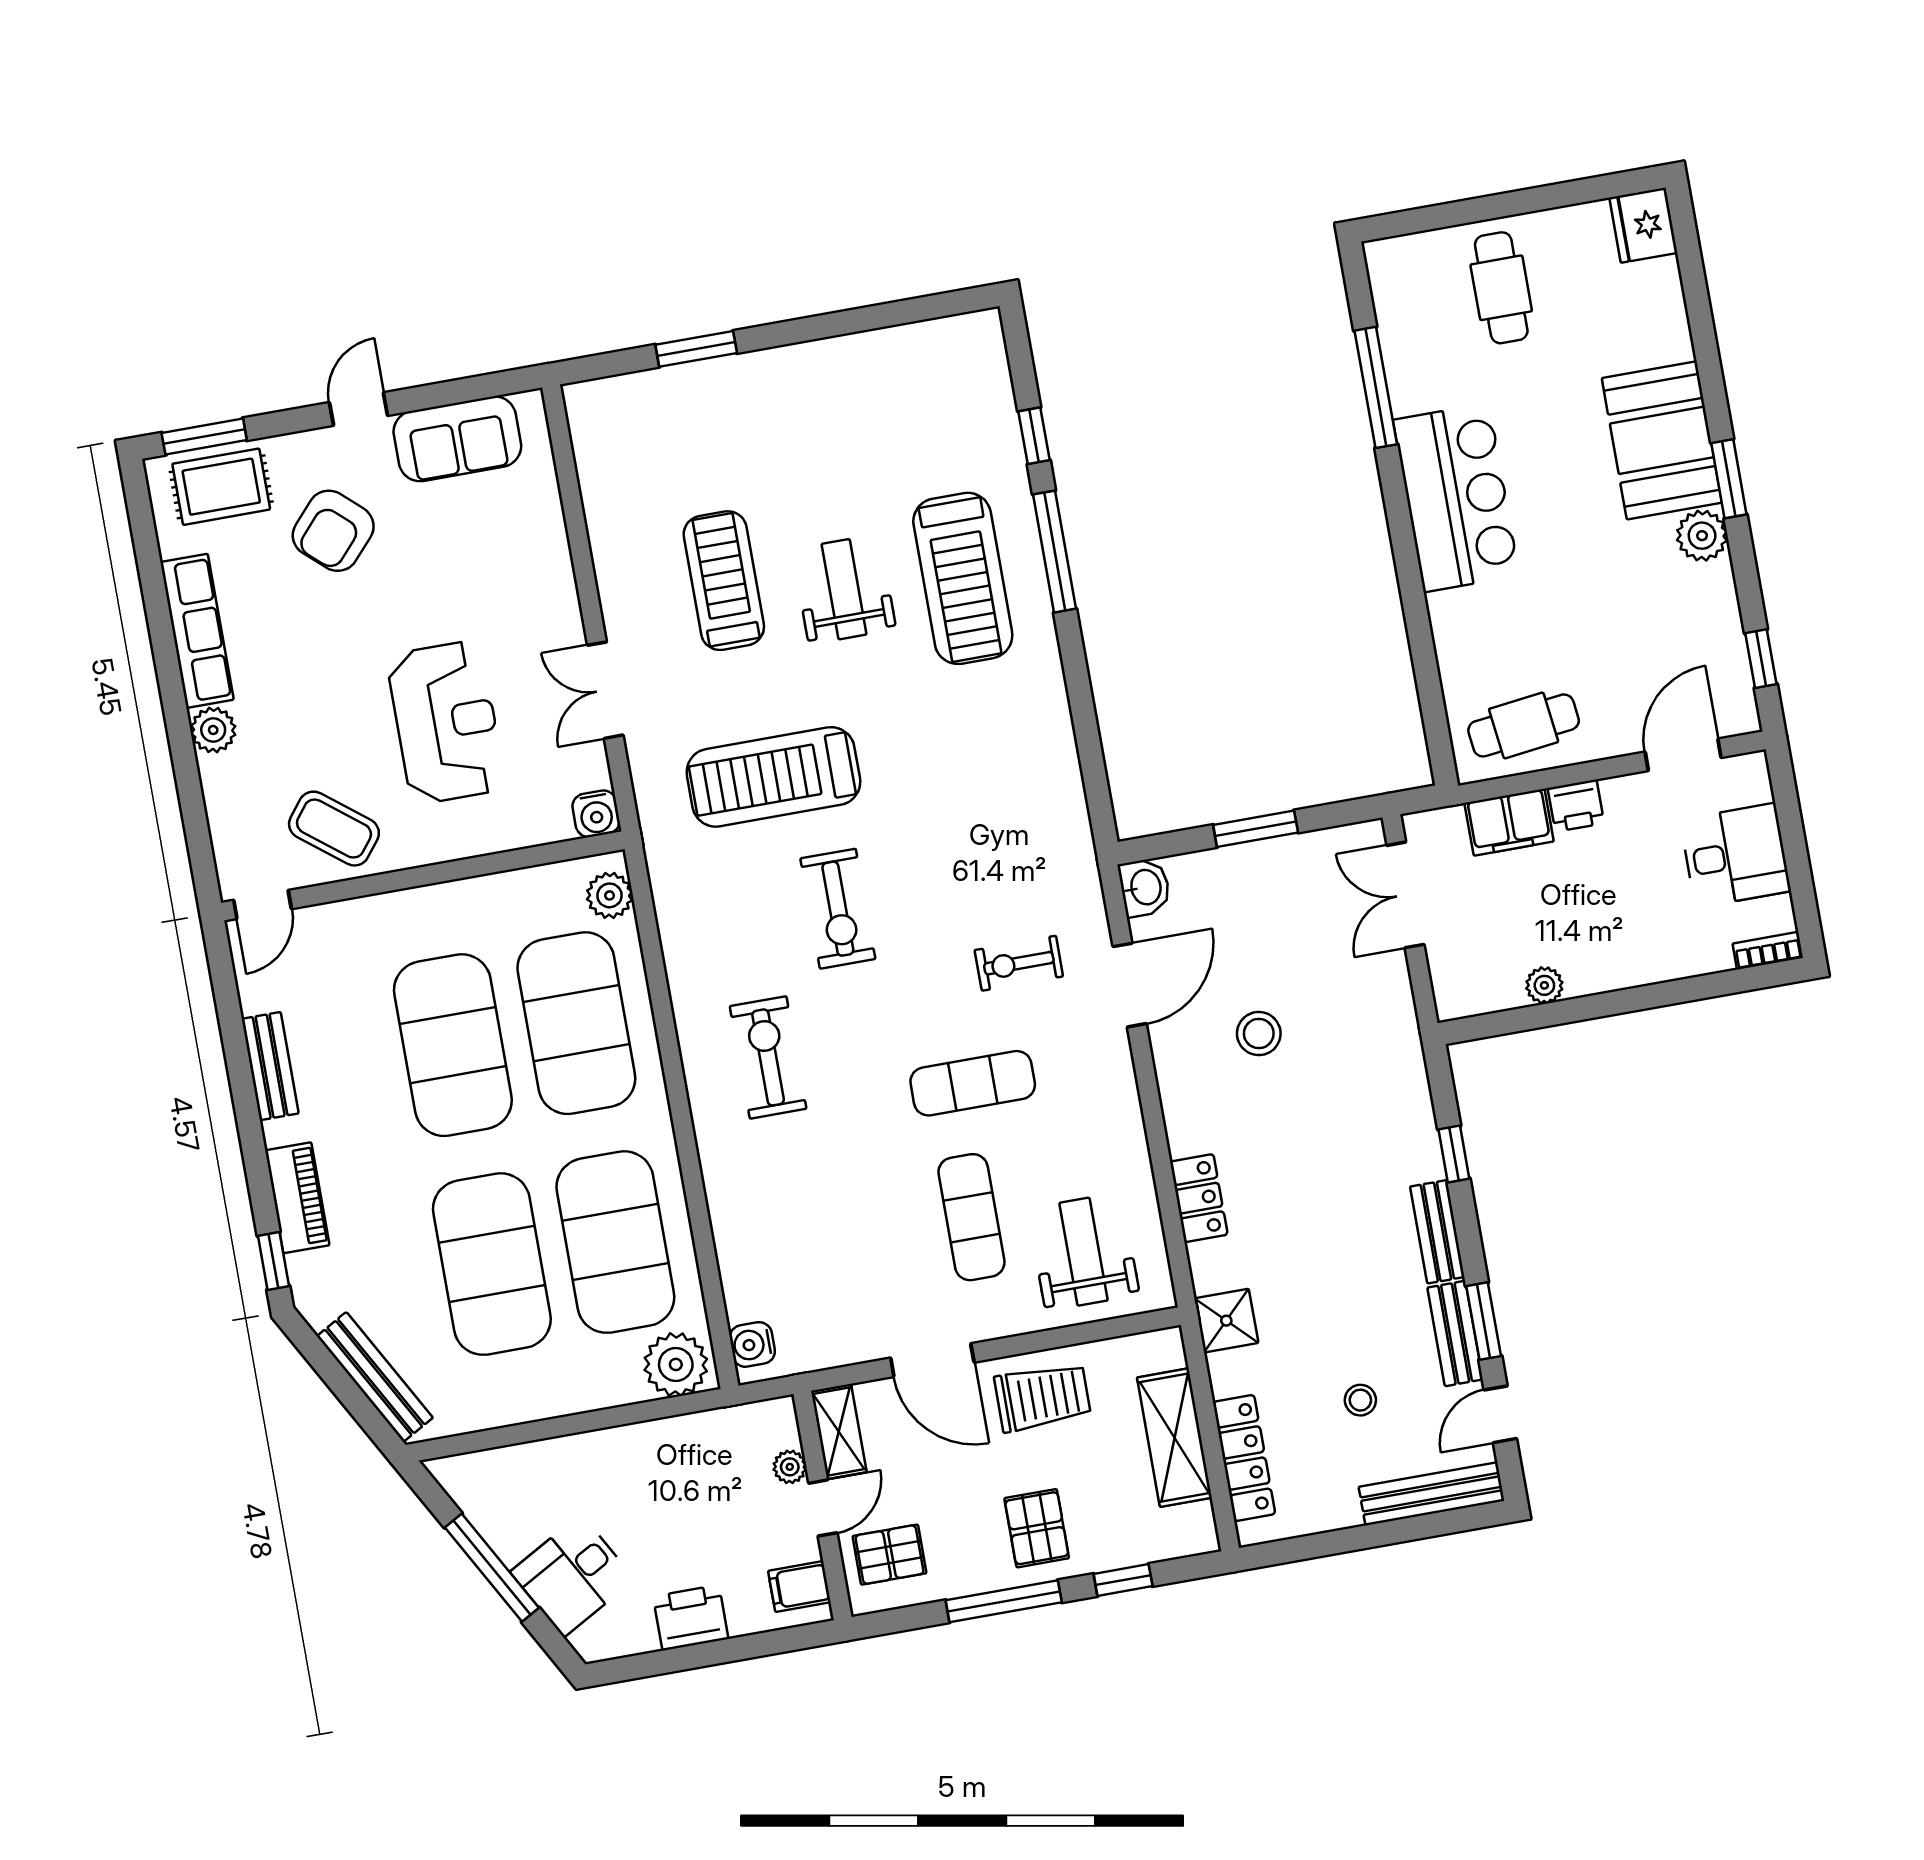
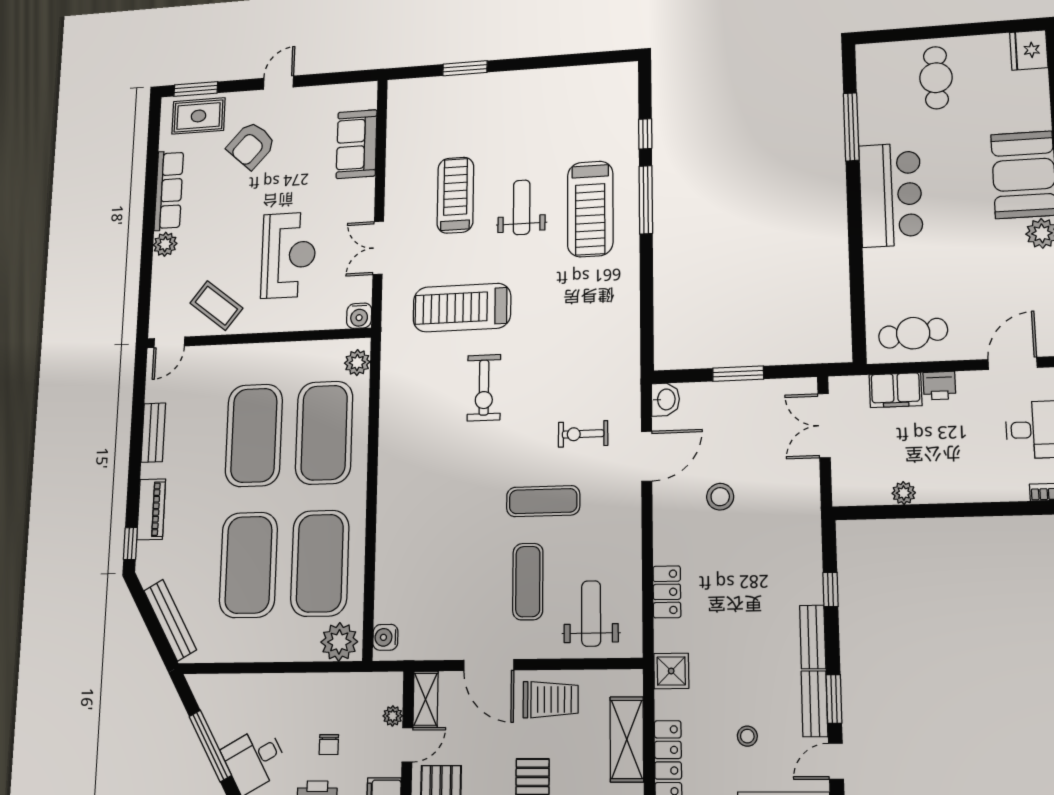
sofa: (457, 439) -> (357, 144), moved, turned 90
exercise bike: (768, 1057) -> (428, 468), removed
chair: (693, 1530) -> (329, 745), added

